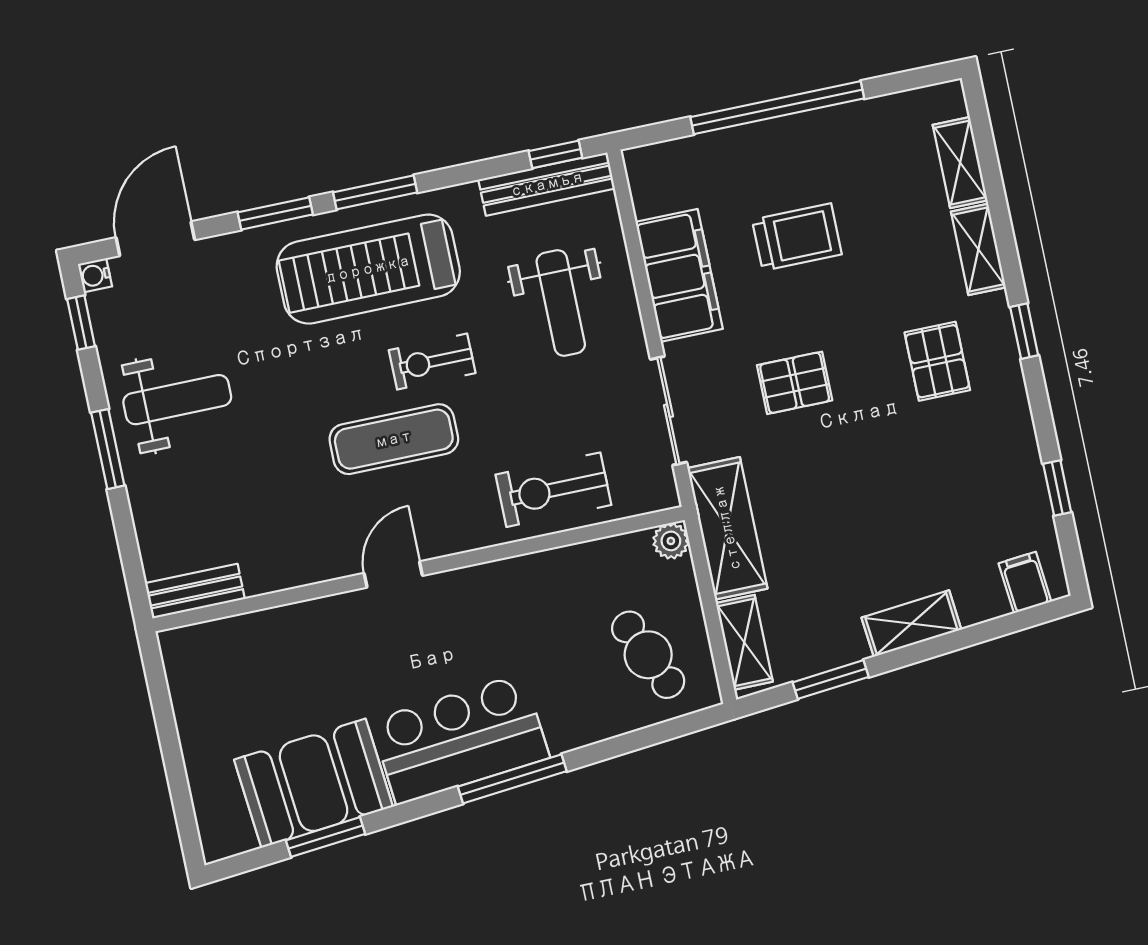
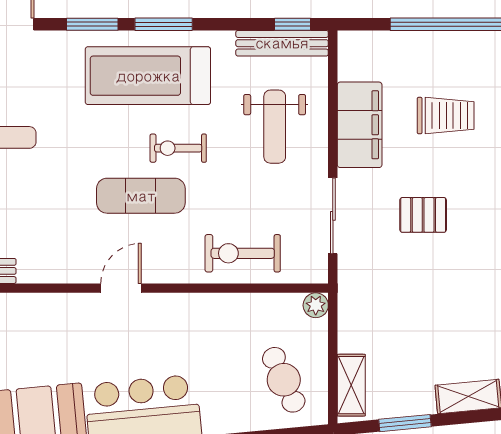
shelving: (727, 528) -> (356, 305), removed

